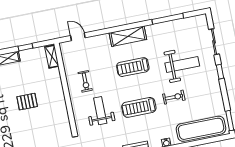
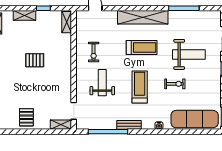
shelving: (128, 36) -> (143, 17), width x1.47
treadmill: (133, 67) -> (142, 48), turned 180
treadmill: (139, 107) -> (140, 87), turned 90

